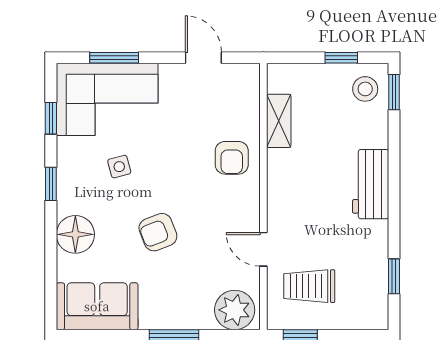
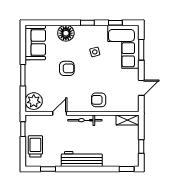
stool: (365, 89) -> (128, 157), removed
shelving: (279, 121) -> (127, 120), moved
workbench: (371, 184) -> (82, 159), width x1.38
bicycle: (279, 190) -> (85, 120), added
armchair: (158, 232) -> (67, 68), turned 111
trolley: (309, 286) -> (35, 146), moved

